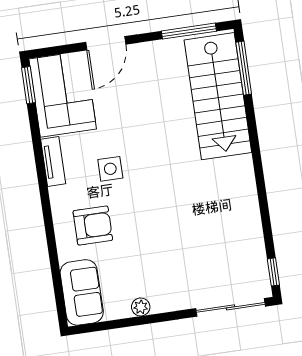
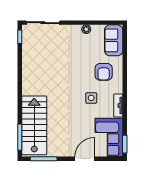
armchair: (93, 226) -> (104, 72), turned -90

